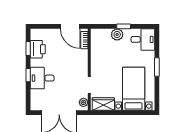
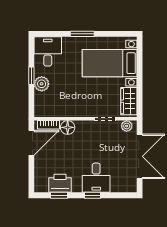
floor lamp: (82, 55) -> (68, 127), added

